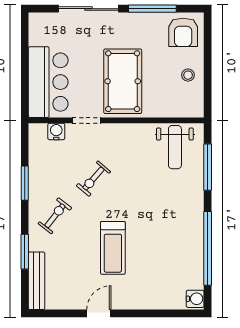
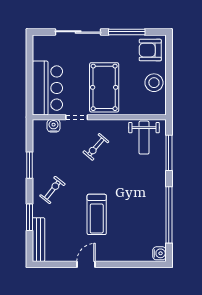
armchair: (183, 32) -> (150, 50), turned 90
stool: (188, 75) -> (154, 83), width x1.89, depth x1.89
exercise bike: (93, 179) -> (96, 147), moved

